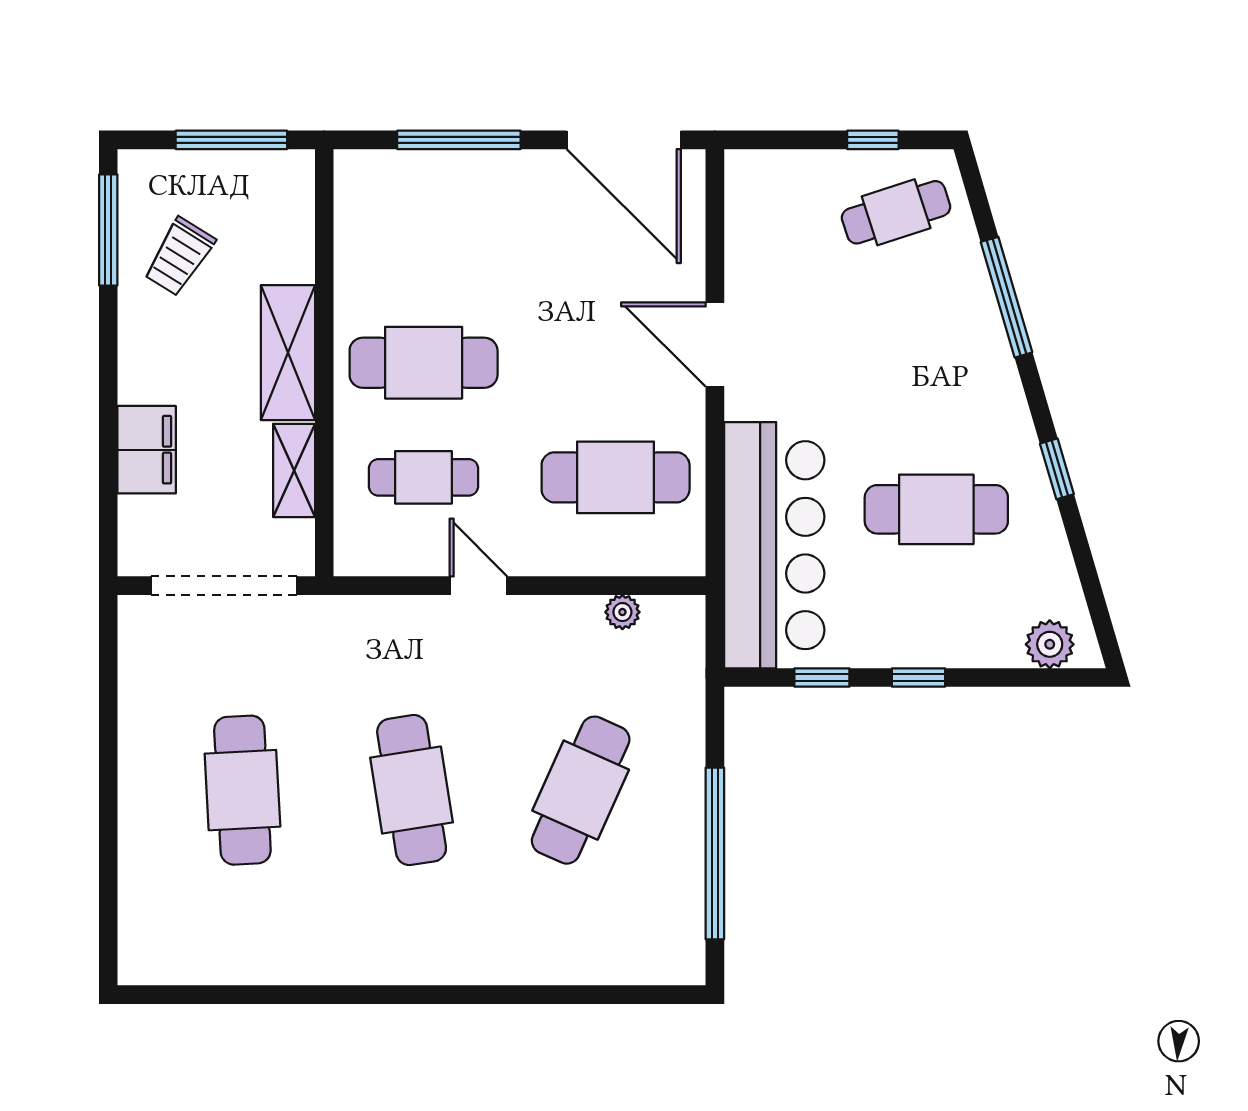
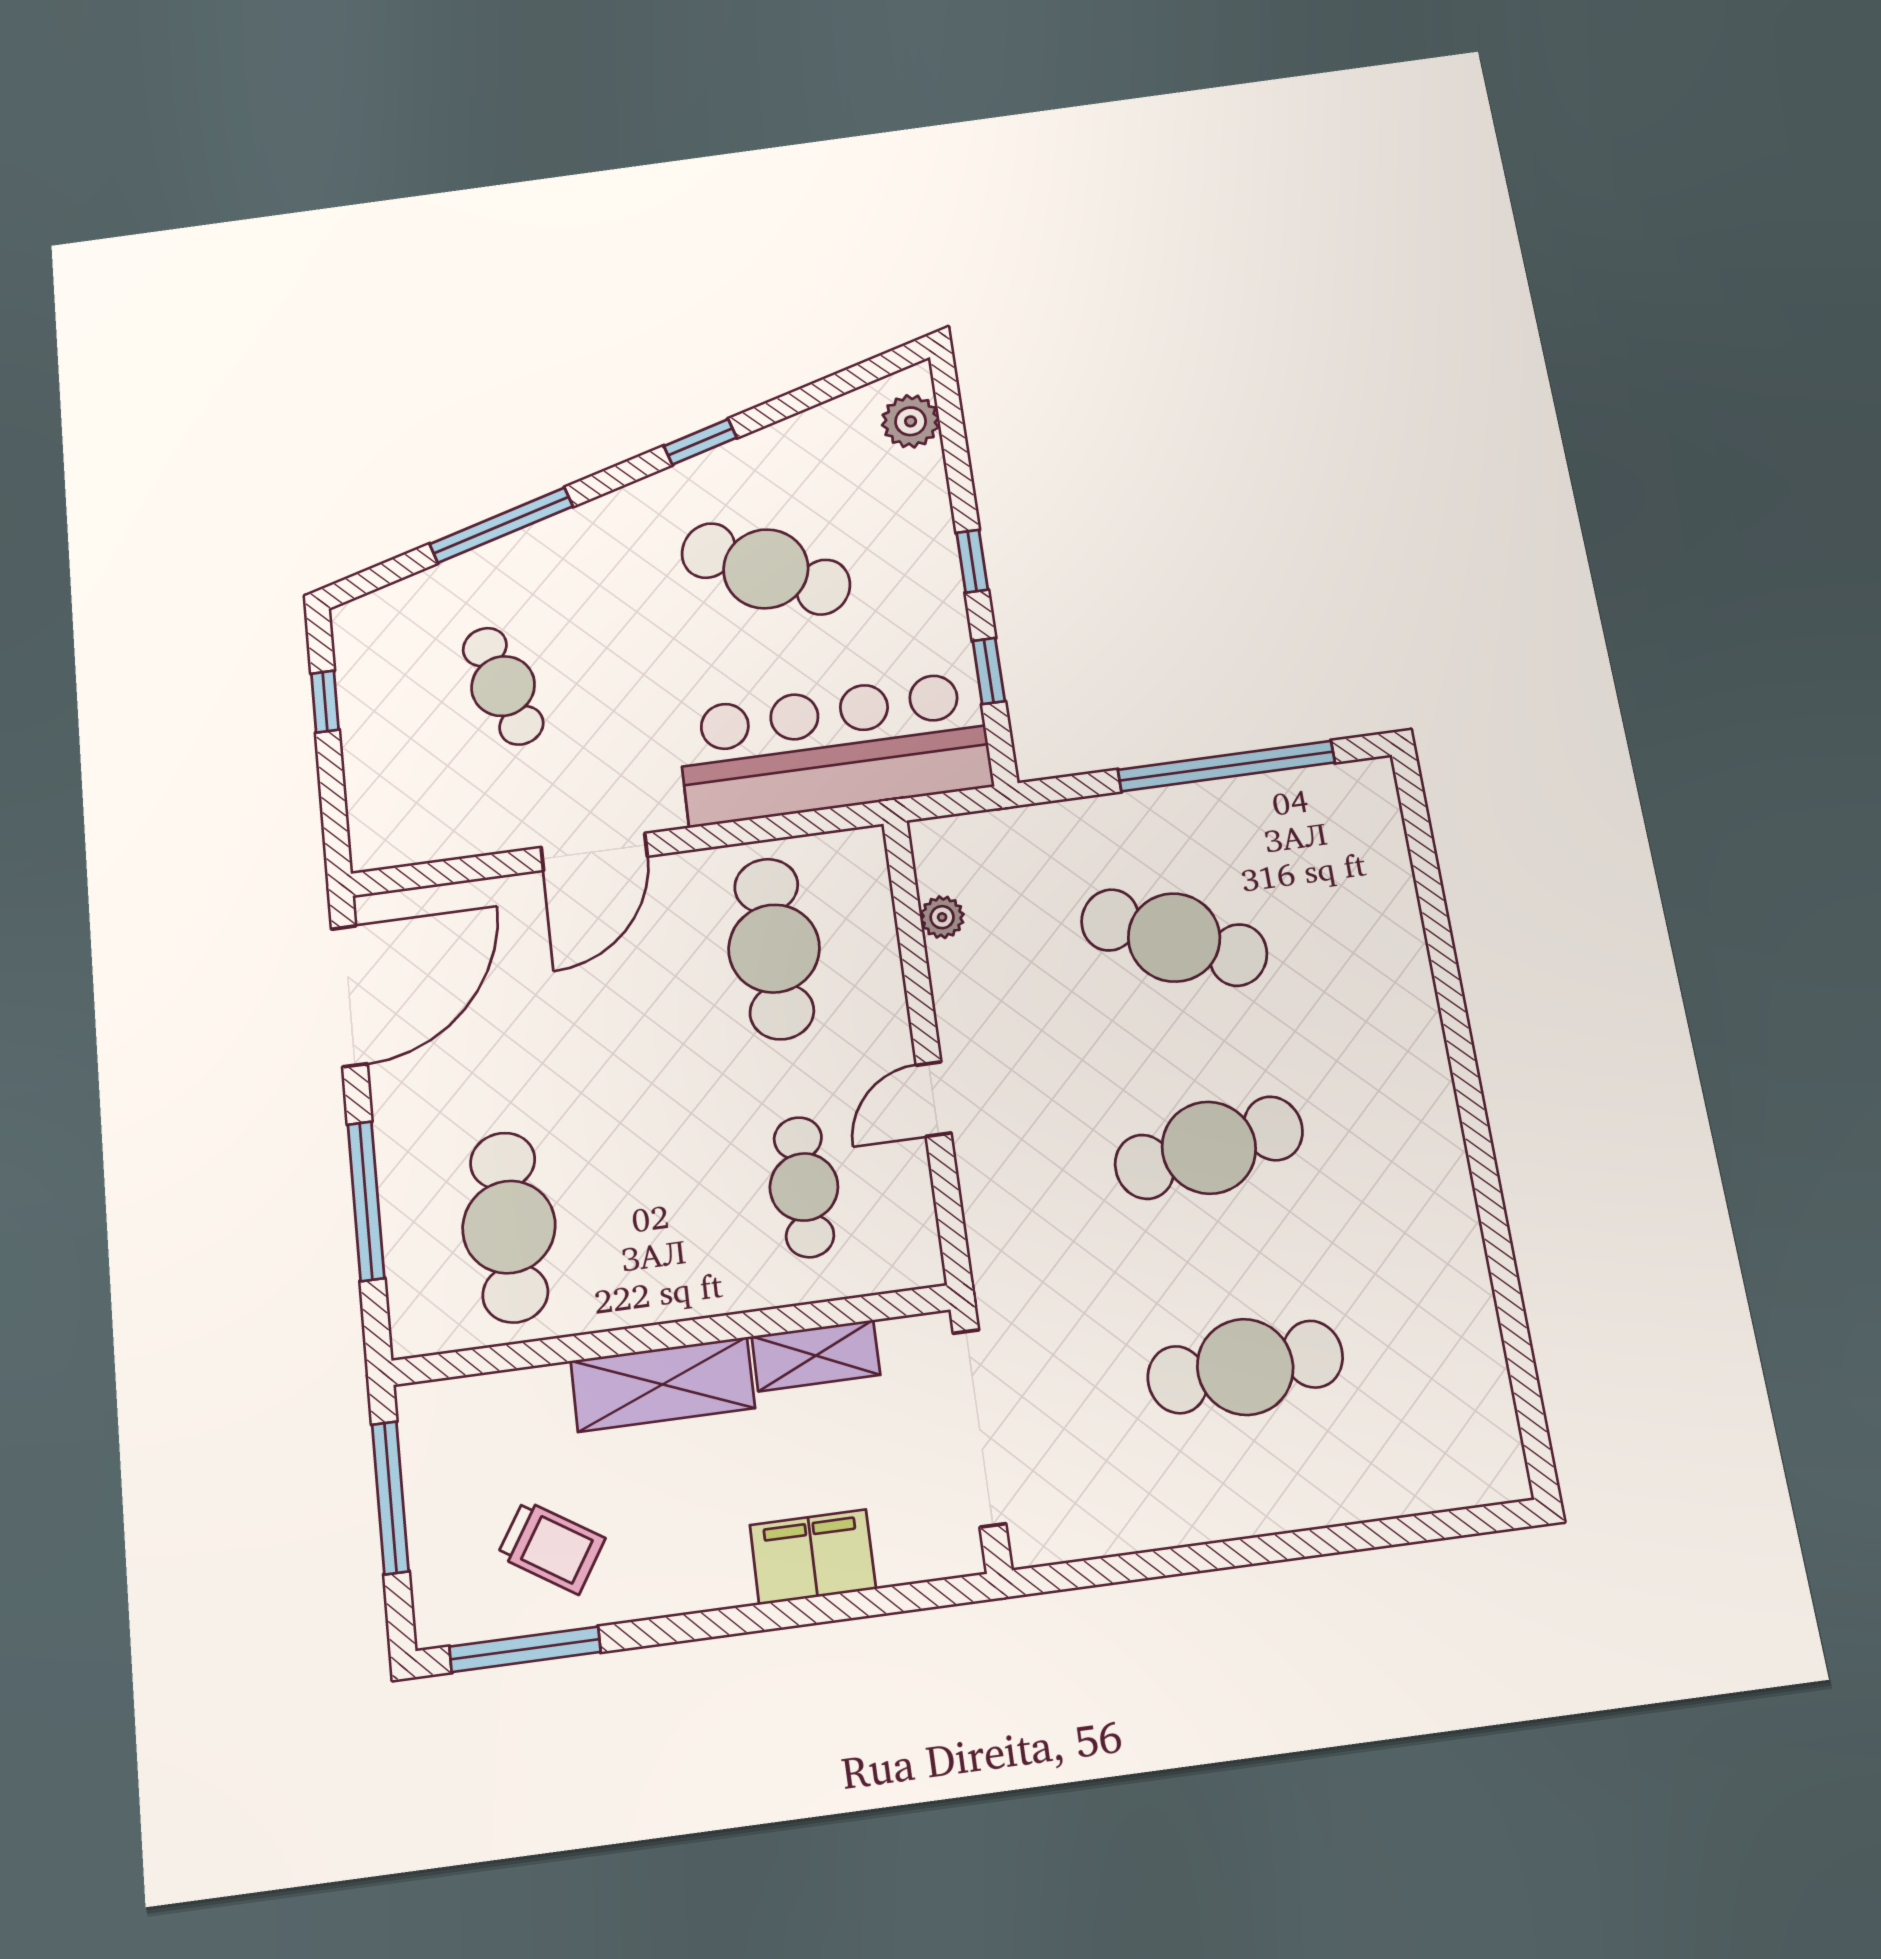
cafe table: (896, 212) -> (503, 686), moved
cafe table: (424, 363) -> (509, 1227), moved
cafe table: (936, 509) -> (766, 569), turned -63

